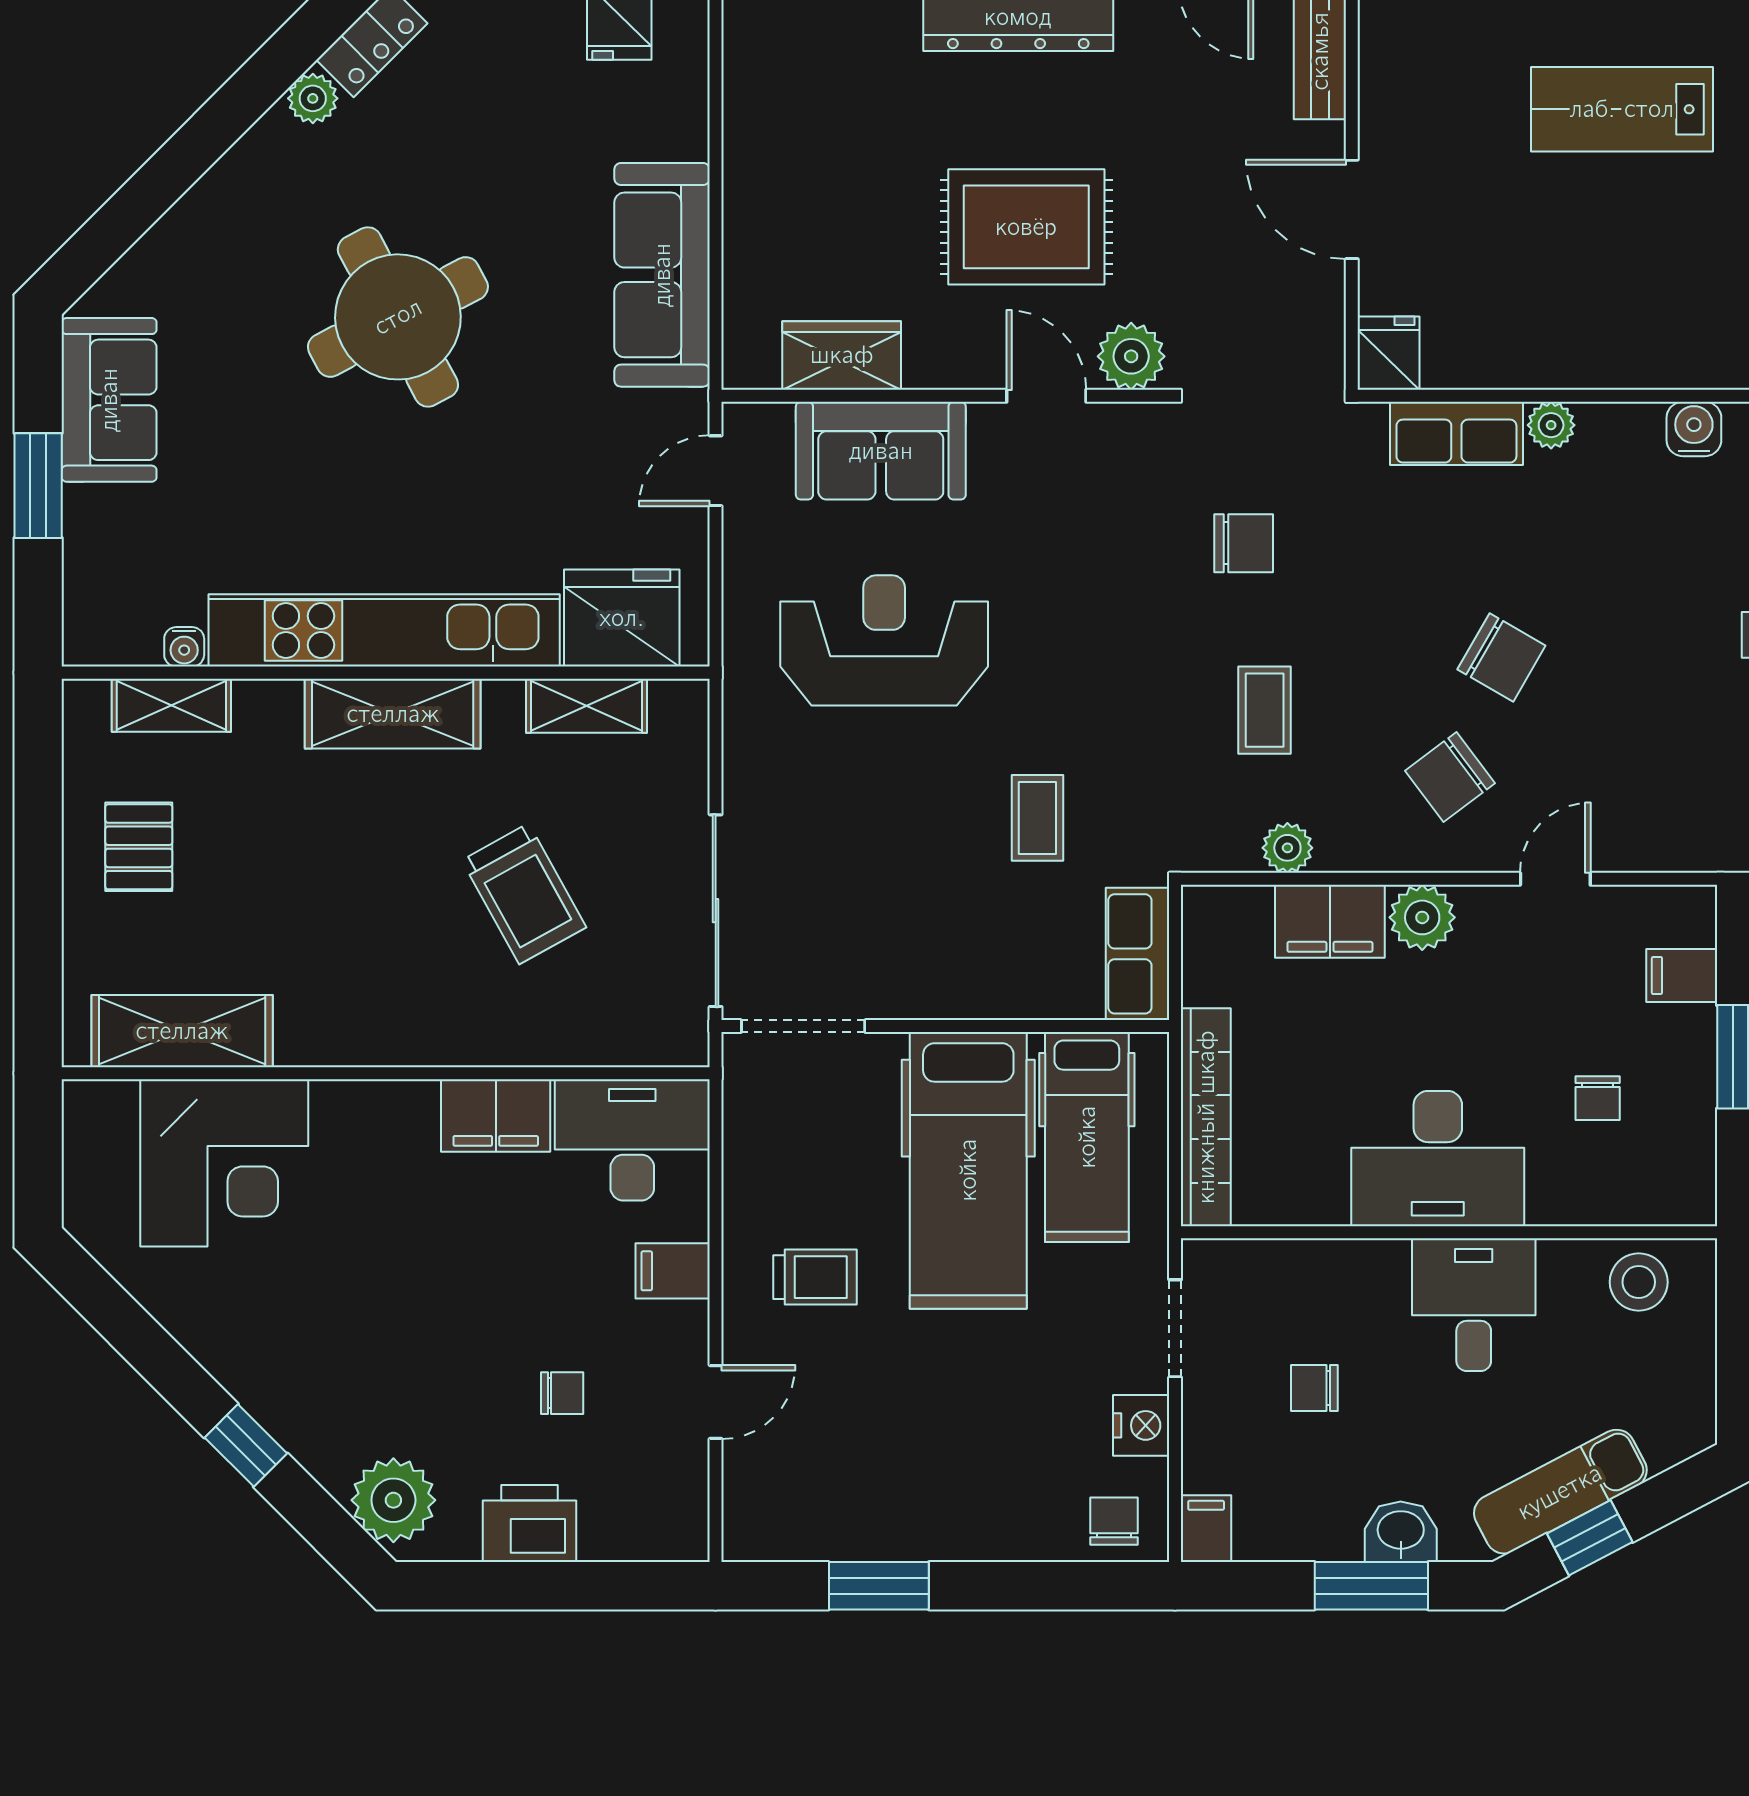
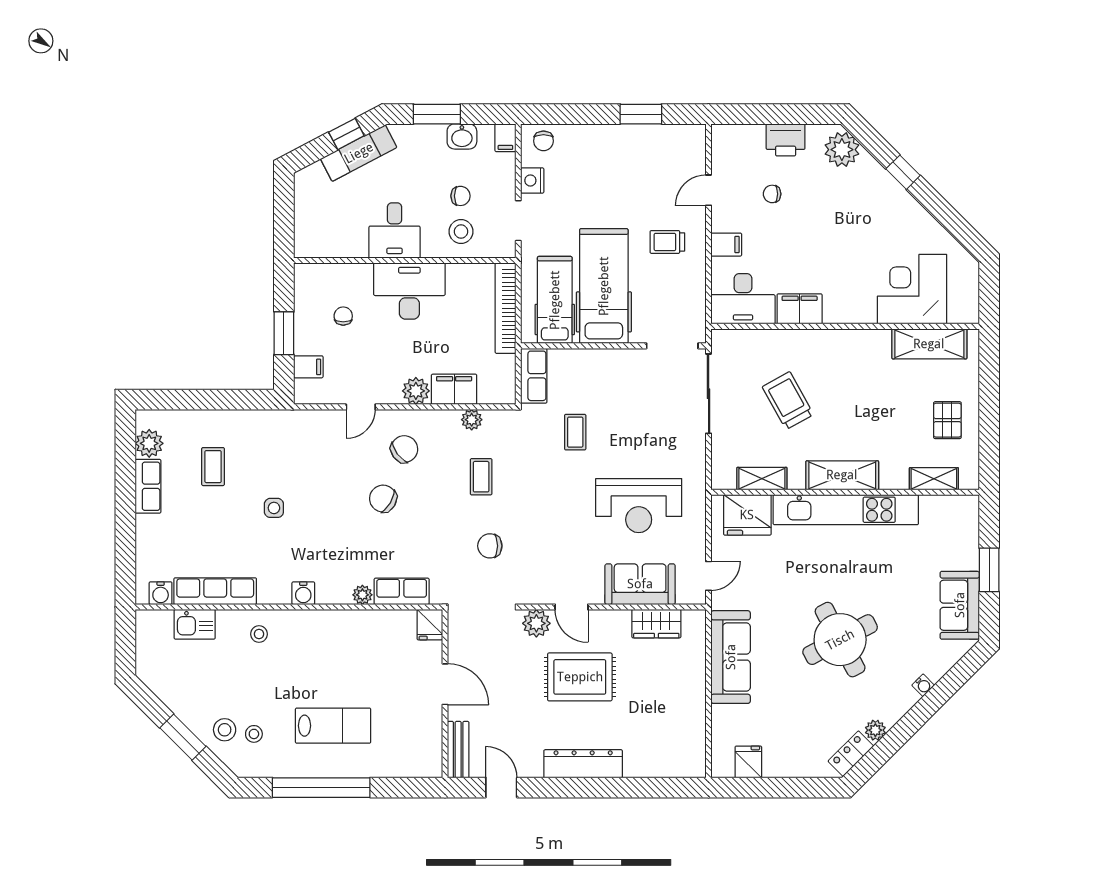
water cooler: (184, 647) -> (923, 685), moved, turned 135
stool: (1639, 1282) -> (461, 232), moved
washbasin: (1401, 1532) -> (462, 136), moved

